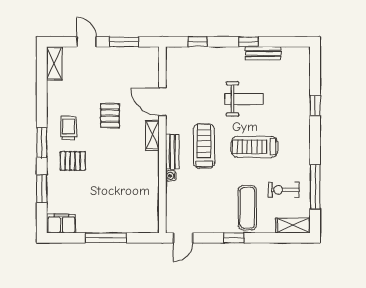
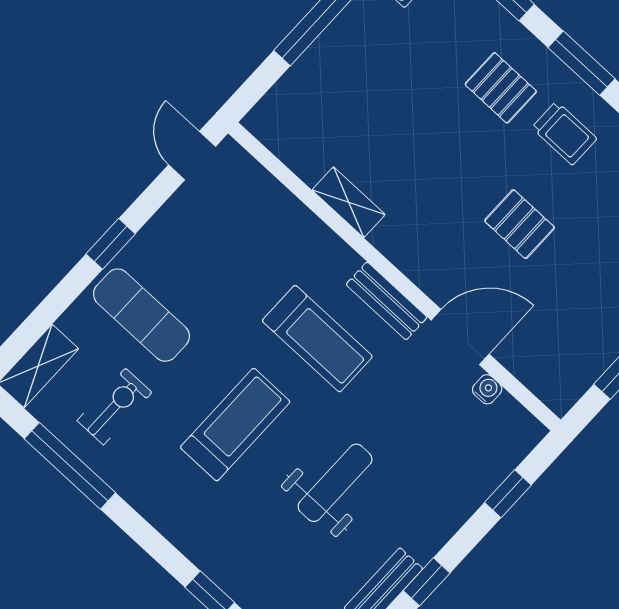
weight bench: (244, 99) -> (335, 483), turned 180
shelving: (152, 135) -> (349, 202), moved
bench: (172, 152) -> (387, 301), moved
pallet: (73, 161) -> (501, 88), turned 90
water cooler: (171, 176) -> (487, 389), moved

